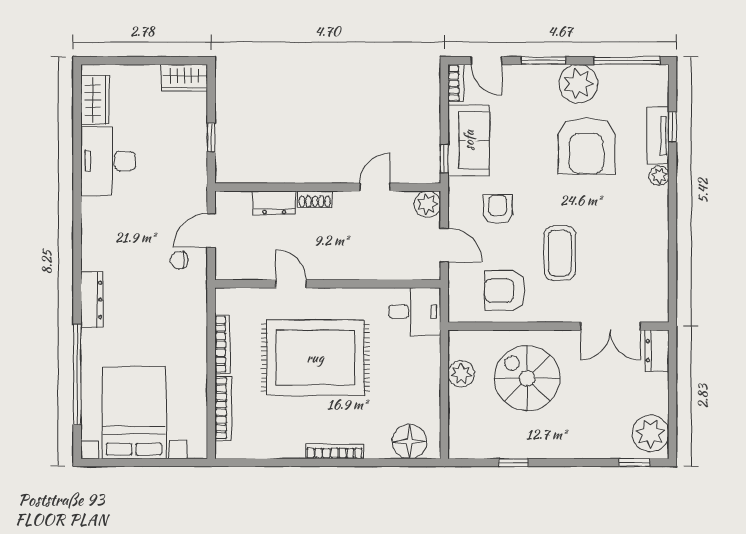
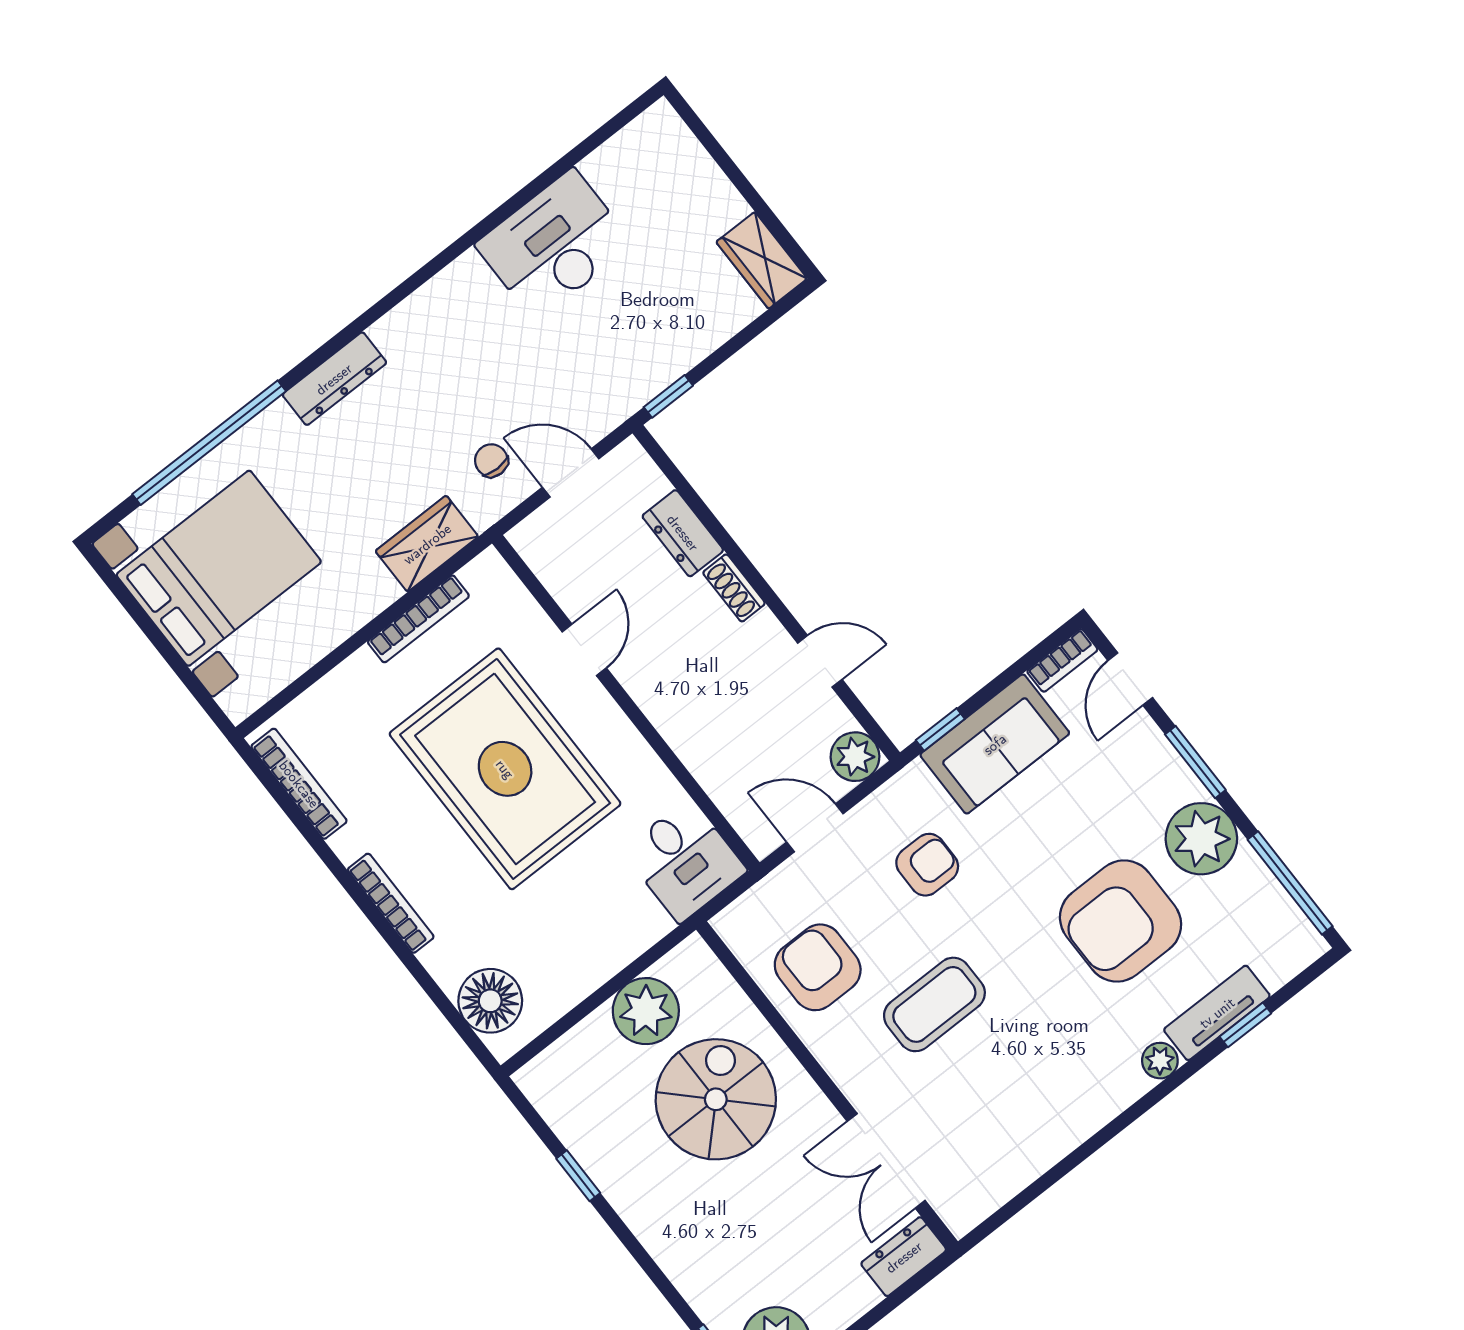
wardrobe: (95, 100) -> (427, 544), moved, turned 180
window: (211, 137) -> (668, 396), moved
door: (444, 245) -> (815, 828), swing flipped
plant: (461, 374) -> (646, 1011), width x1.36, depth x1.36
bookcase: (223, 408) -> (299, 784), moved, turned -90

